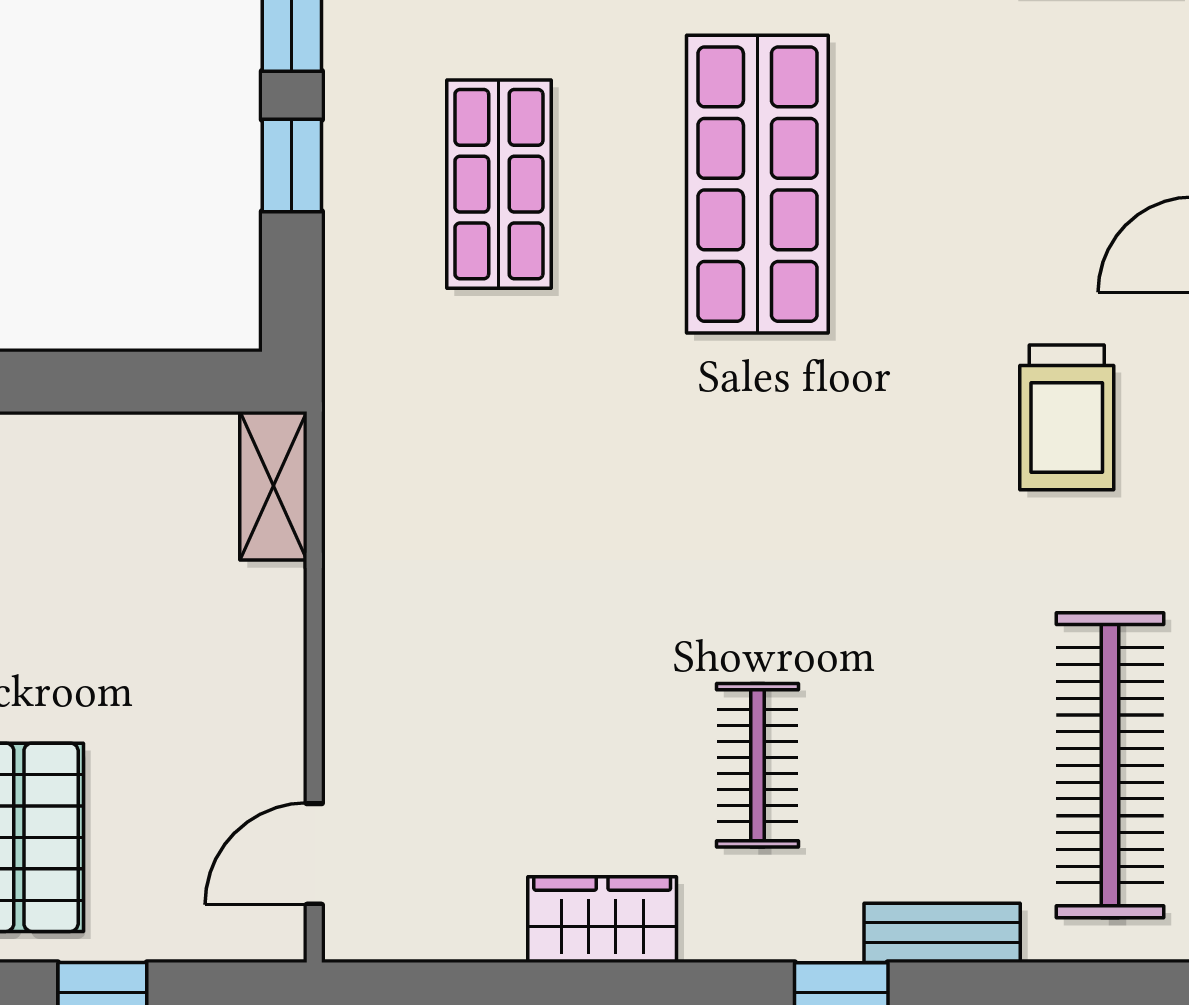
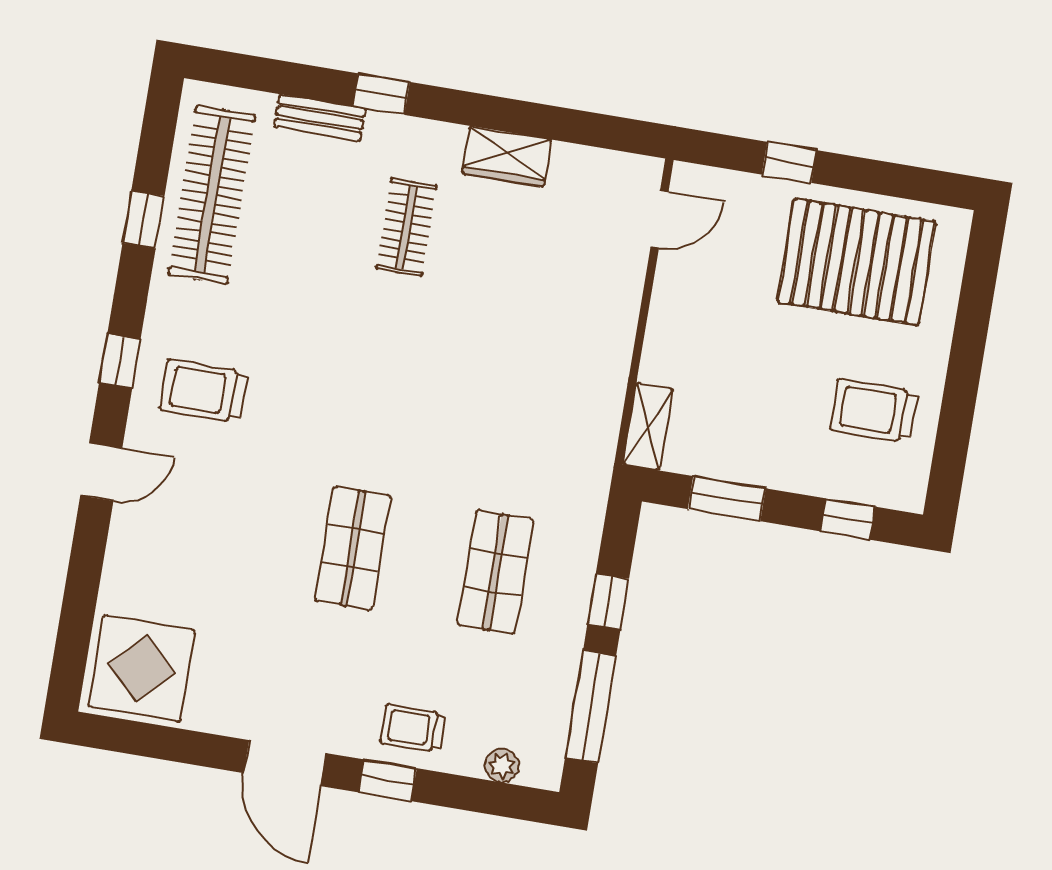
shop shelf: (757, 184) -> (353, 548), width x0.70, depth x0.74
window: (113, 382) -> (727, 499), added
trolley: (1067, 417) -> (204, 391), turned -90

